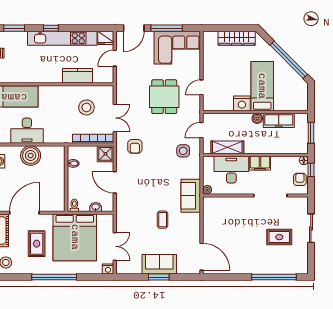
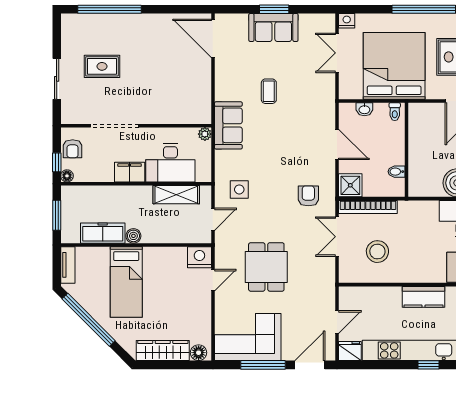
floor lamp: (212, 37) -> (199, 353), added
kitchen counter: (78, 76) -> (424, 297), moved
tv unit: (303, 98) -> (68, 265), added
nightstand: (242, 103) -> (199, 257), moved

